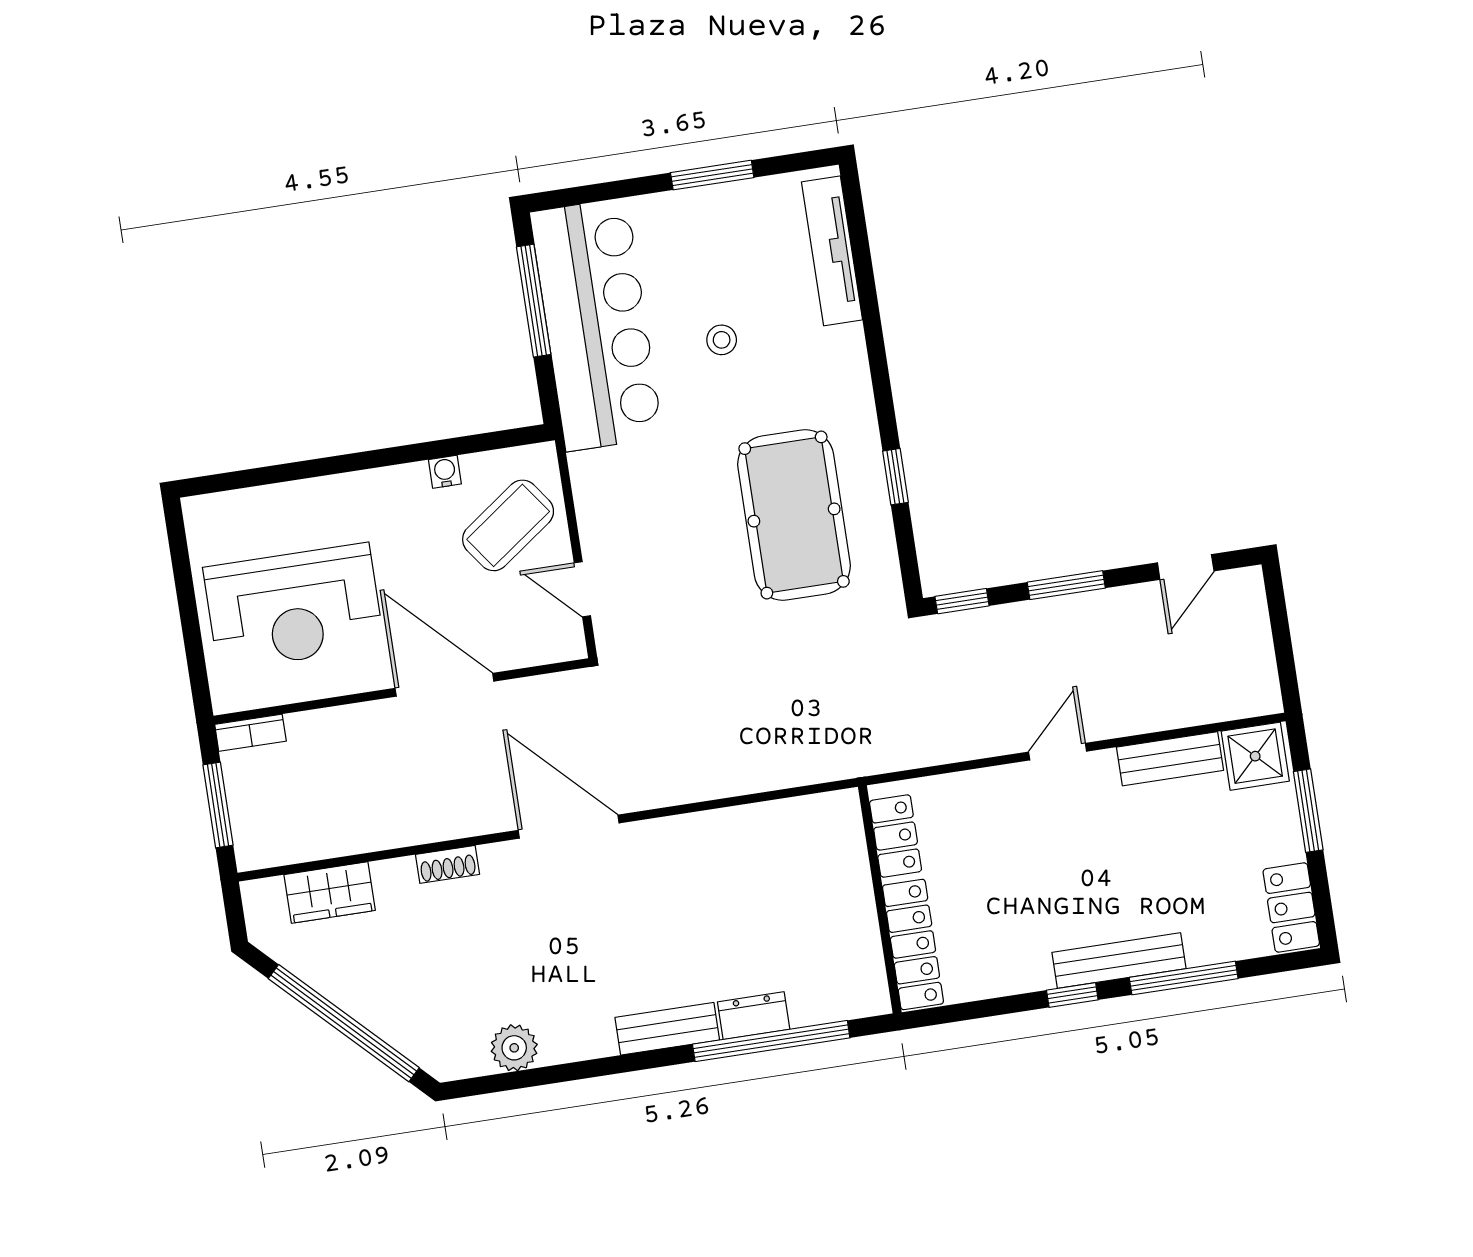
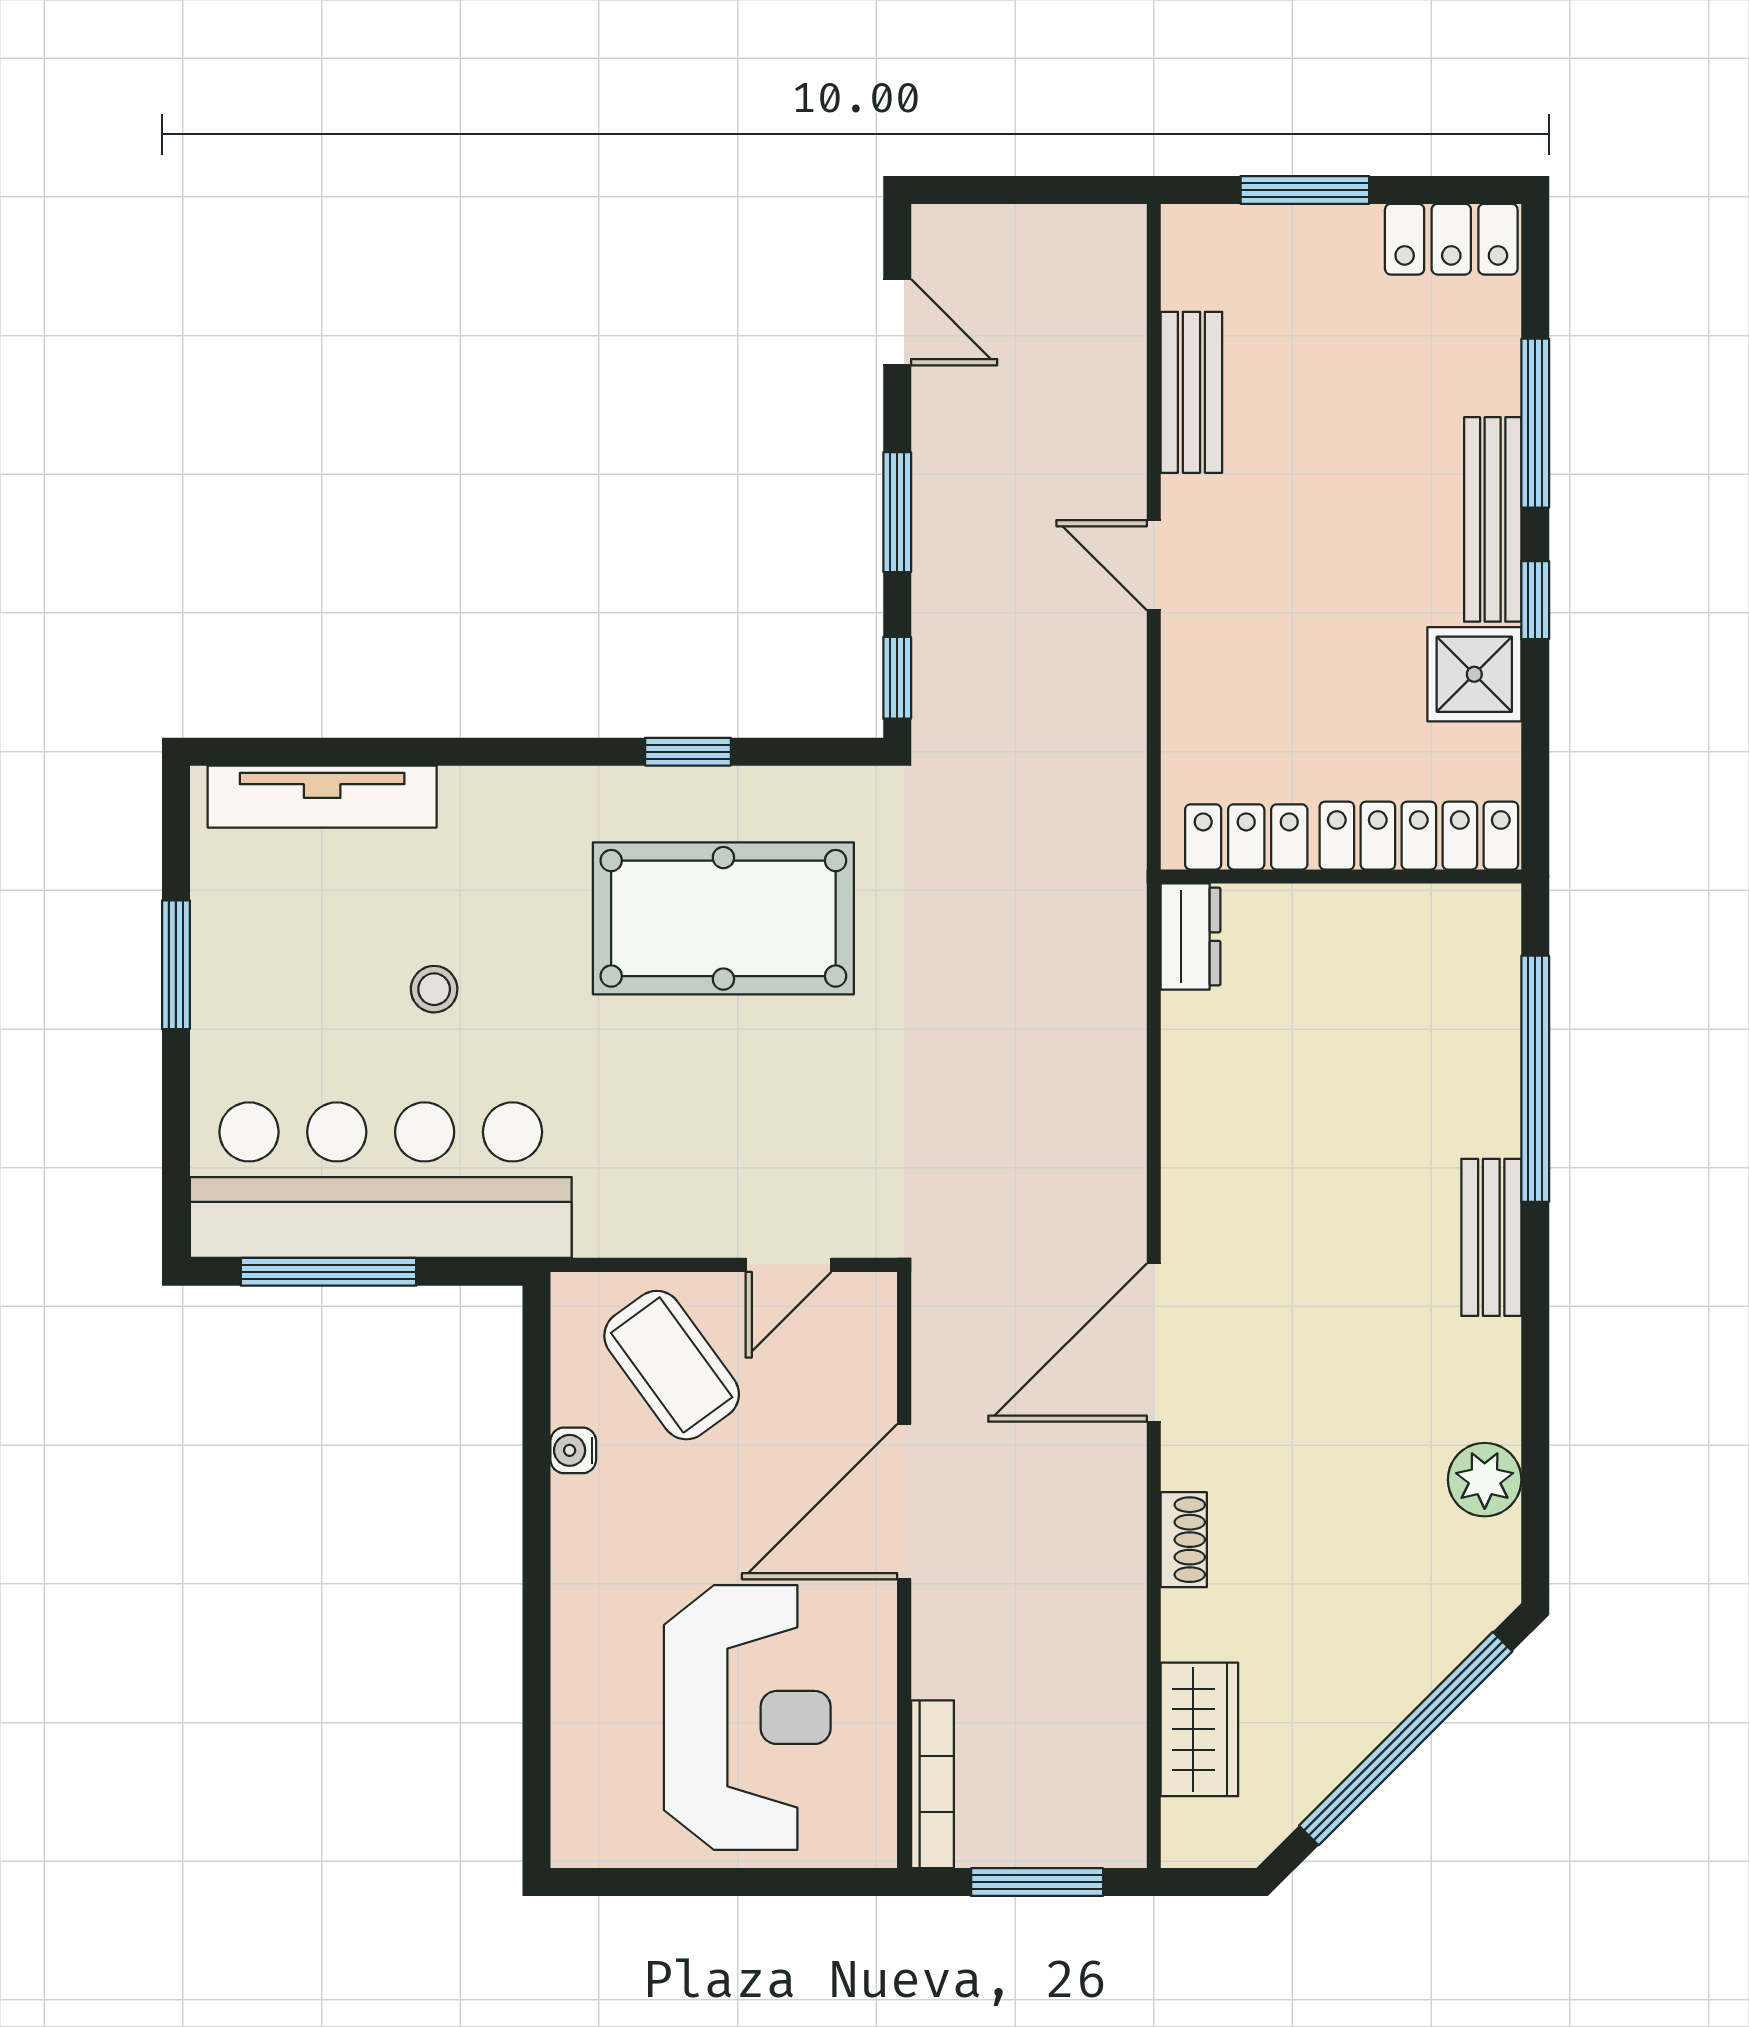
bookcase: (250, 733) -> (933, 1784), width x1.56
shower: (1255, 756) -> (1474, 674), moved
dresser: (754, 1016) -> (1191, 937), moved, turned 180

